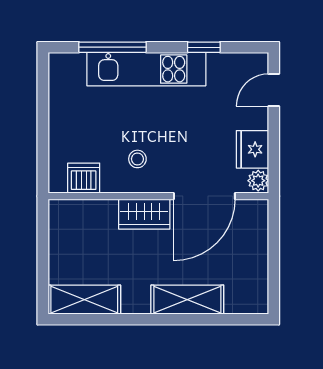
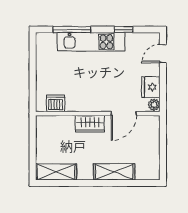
stool: (137, 159) -> (86, 93), removed
door: (204, 196) -> (124, 114), width x0.73

